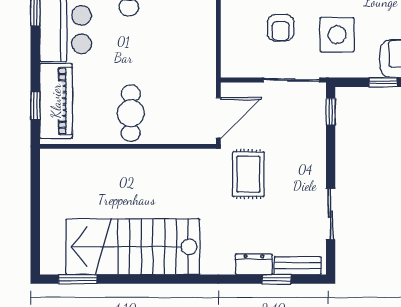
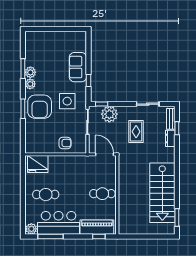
armchair: (281, 28) -> (65, 143), moved
plant: (308, 129) -> (109, 114), added
rug: (248, 174) -> (136, 132), moved, turned 90

